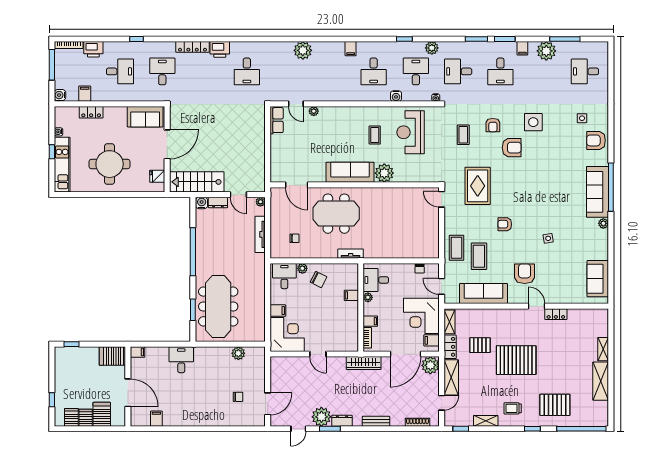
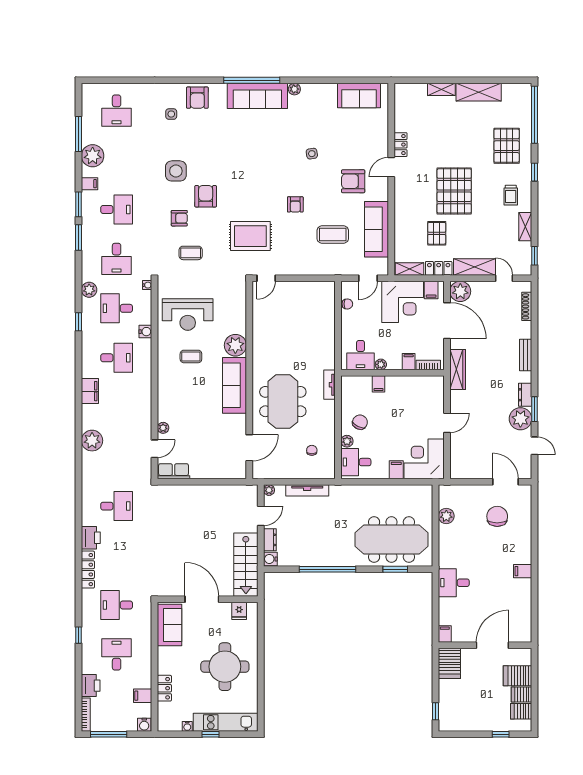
filing cabinet: (351, 49) -> (90, 391), width x2.00
coffee table: (456, 248) -> (323, 261), removed
chair: (238, 397) -> (497, 516), width x1.87, depth x1.87
filing cabinet: (156, 419) -> (523, 571), moved

